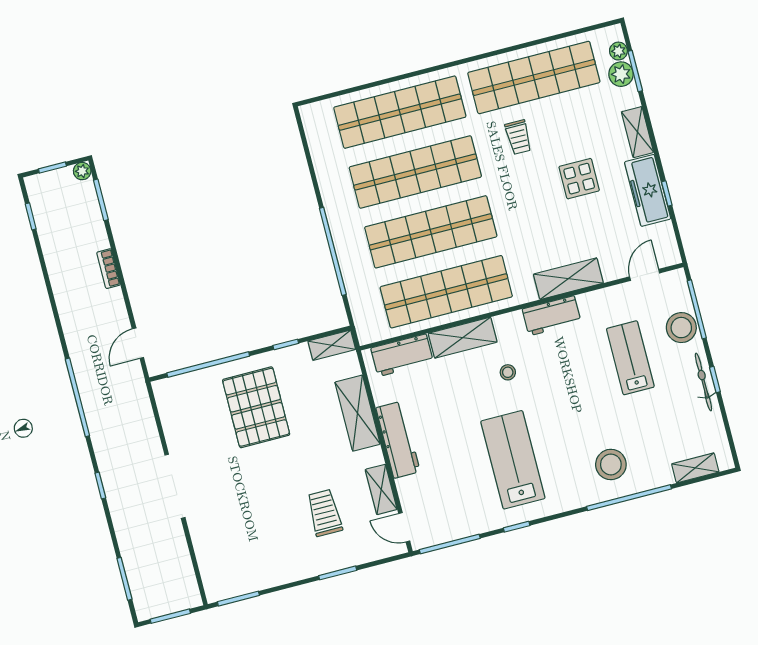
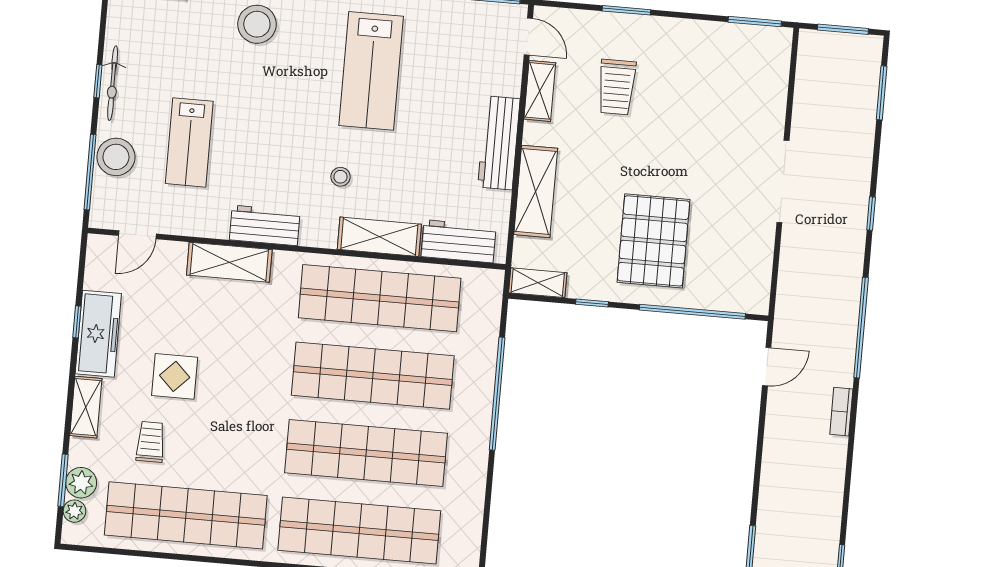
trolley: (518, 137) -> (151, 442), moved
bookcase: (108, 269) -> (841, 412), moved, turned 180

